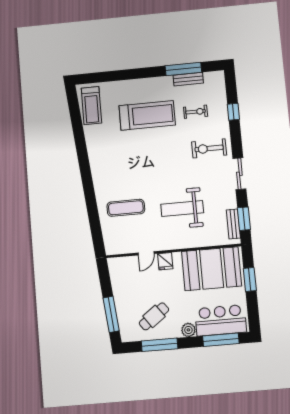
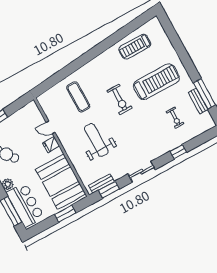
treadmill: (91, 106) -> (135, 47), moved
window: (233, 112) -> (178, 152), moved
treadmill: (147, 115) -> (156, 82), turned -90
exercise bike: (209, 148) -> (120, 99), moved, turned 180

